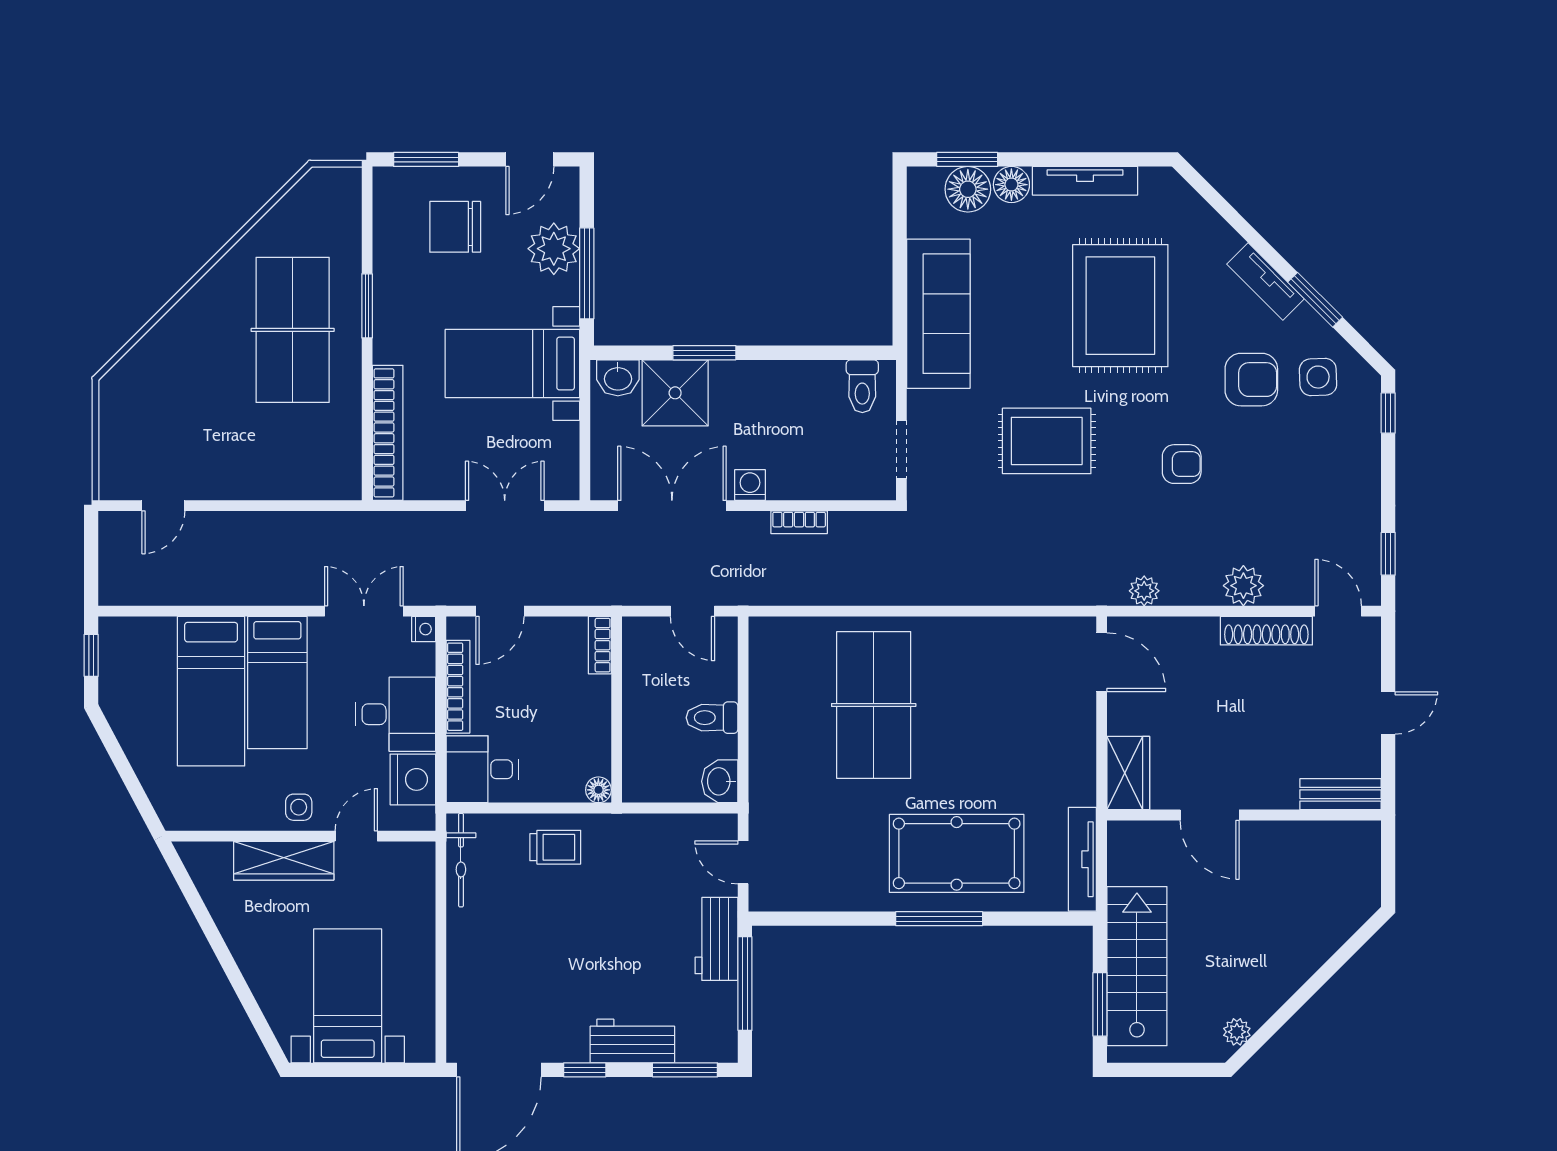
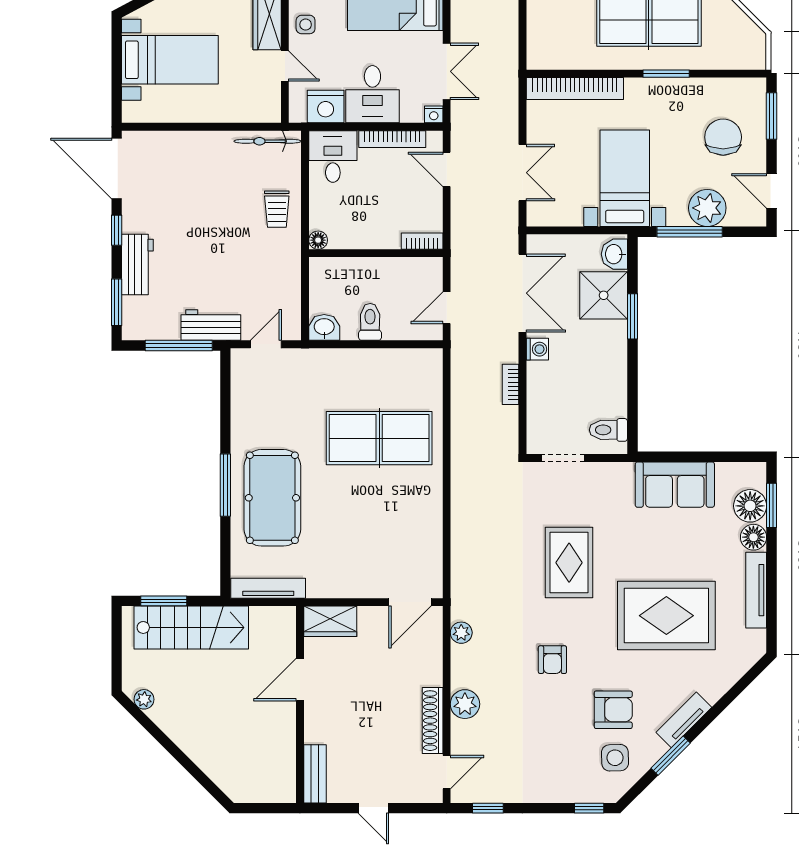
sofa: (938, 314) -> (675, 485), width x0.73
armchair: (1251, 380) -> (613, 710), turned -90

